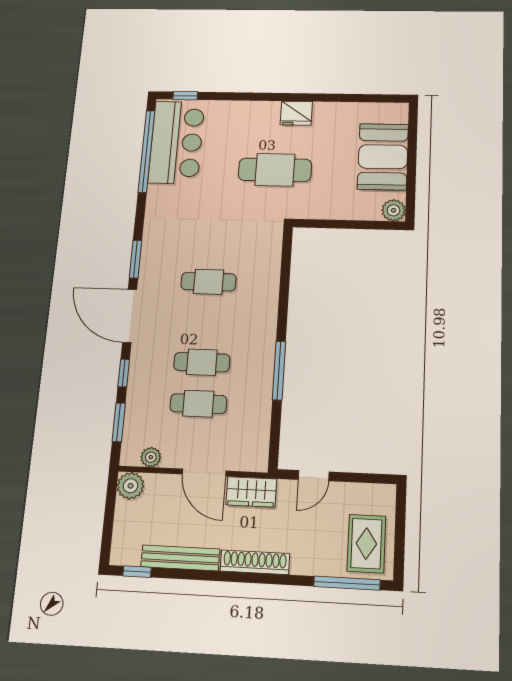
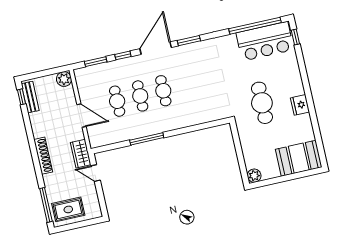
booth: (383, 157) -> (299, 158), moved
cafe table: (208, 282) -> (163, 91), moved
plant: (151, 457) -> (82, 85), removed
door: (204, 473) -> (81, 116), swing flipped
wardrobe: (251, 492) -> (81, 154), moved
bench: (180, 558) -> (30, 97), moved, width x0.73

